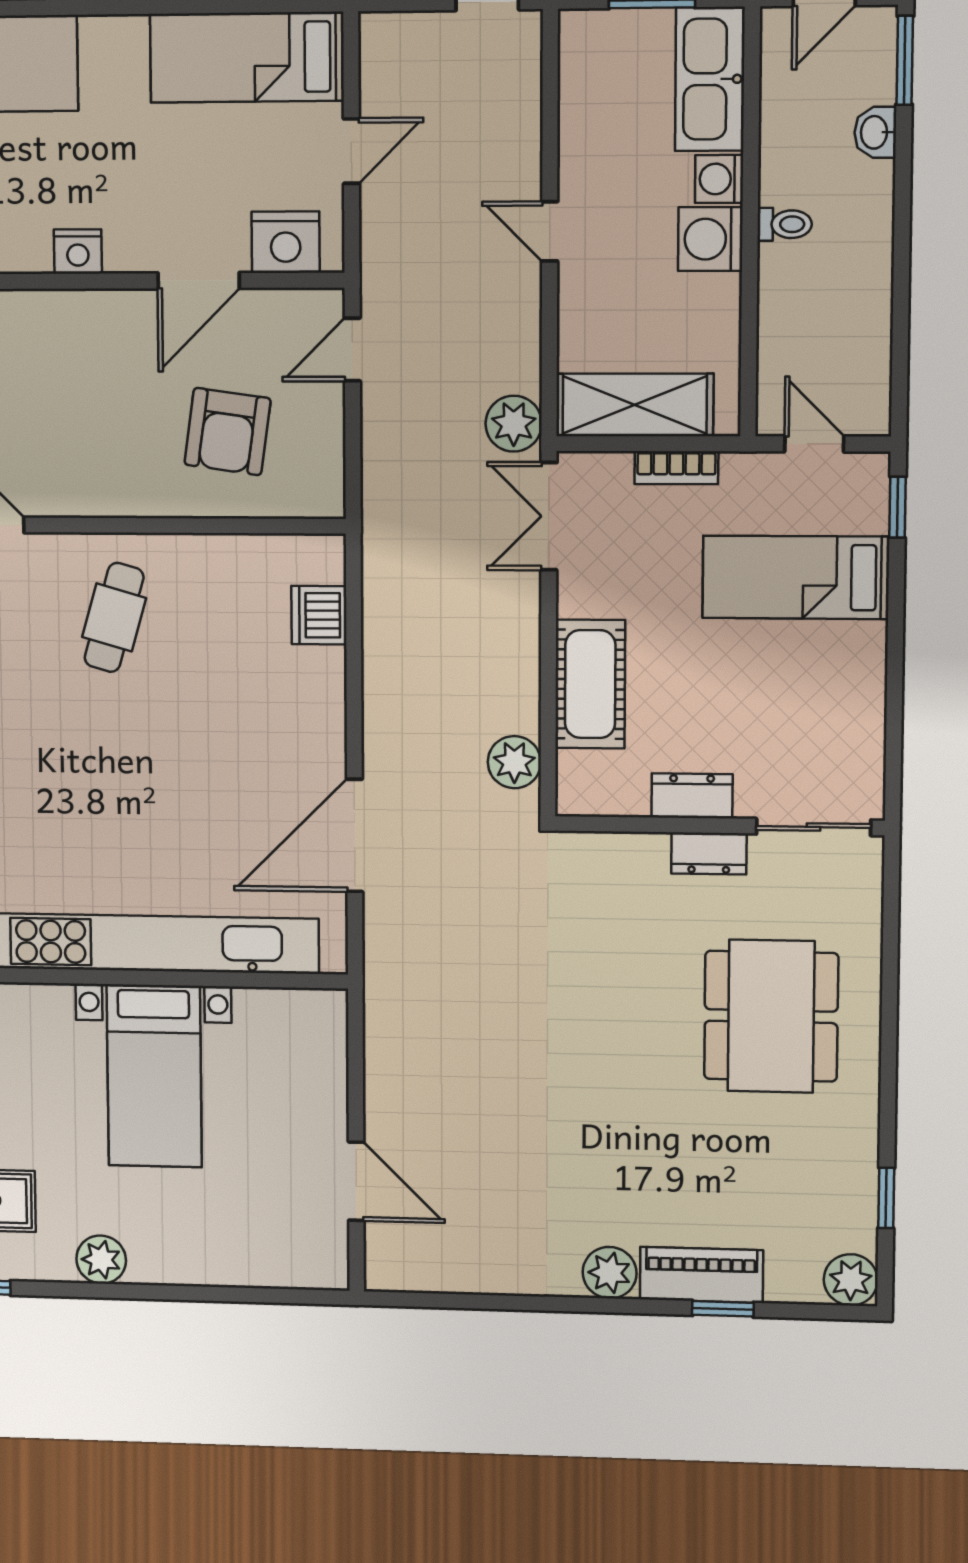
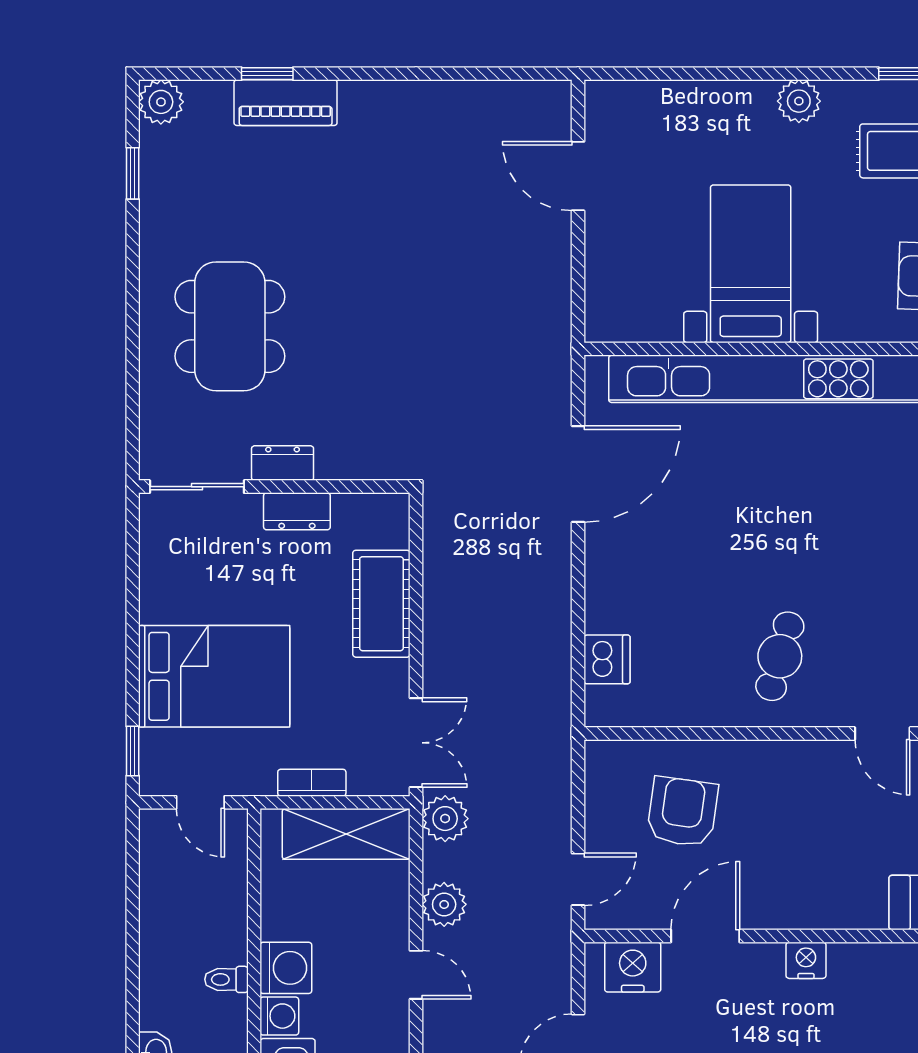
bed: (796, 577) -> (214, 676), width x1.50
plant: (514, 762) -> (444, 904), moved
plant: (610, 1273) -> (363, 102), removed

